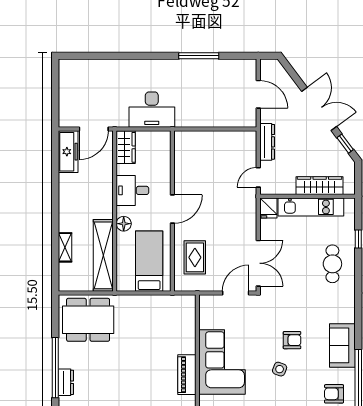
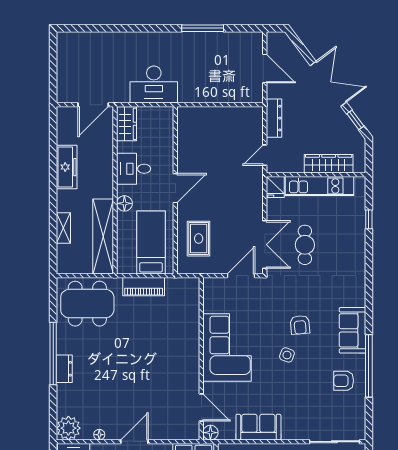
freezer: (68, 152) -> (67, 167), moved
cafe table: (332, 264) -> (305, 245), moved
armchair: (292, 340) -> (300, 325), turned 85
piano: (187, 375) -> (144, 287), moved, turned -90

